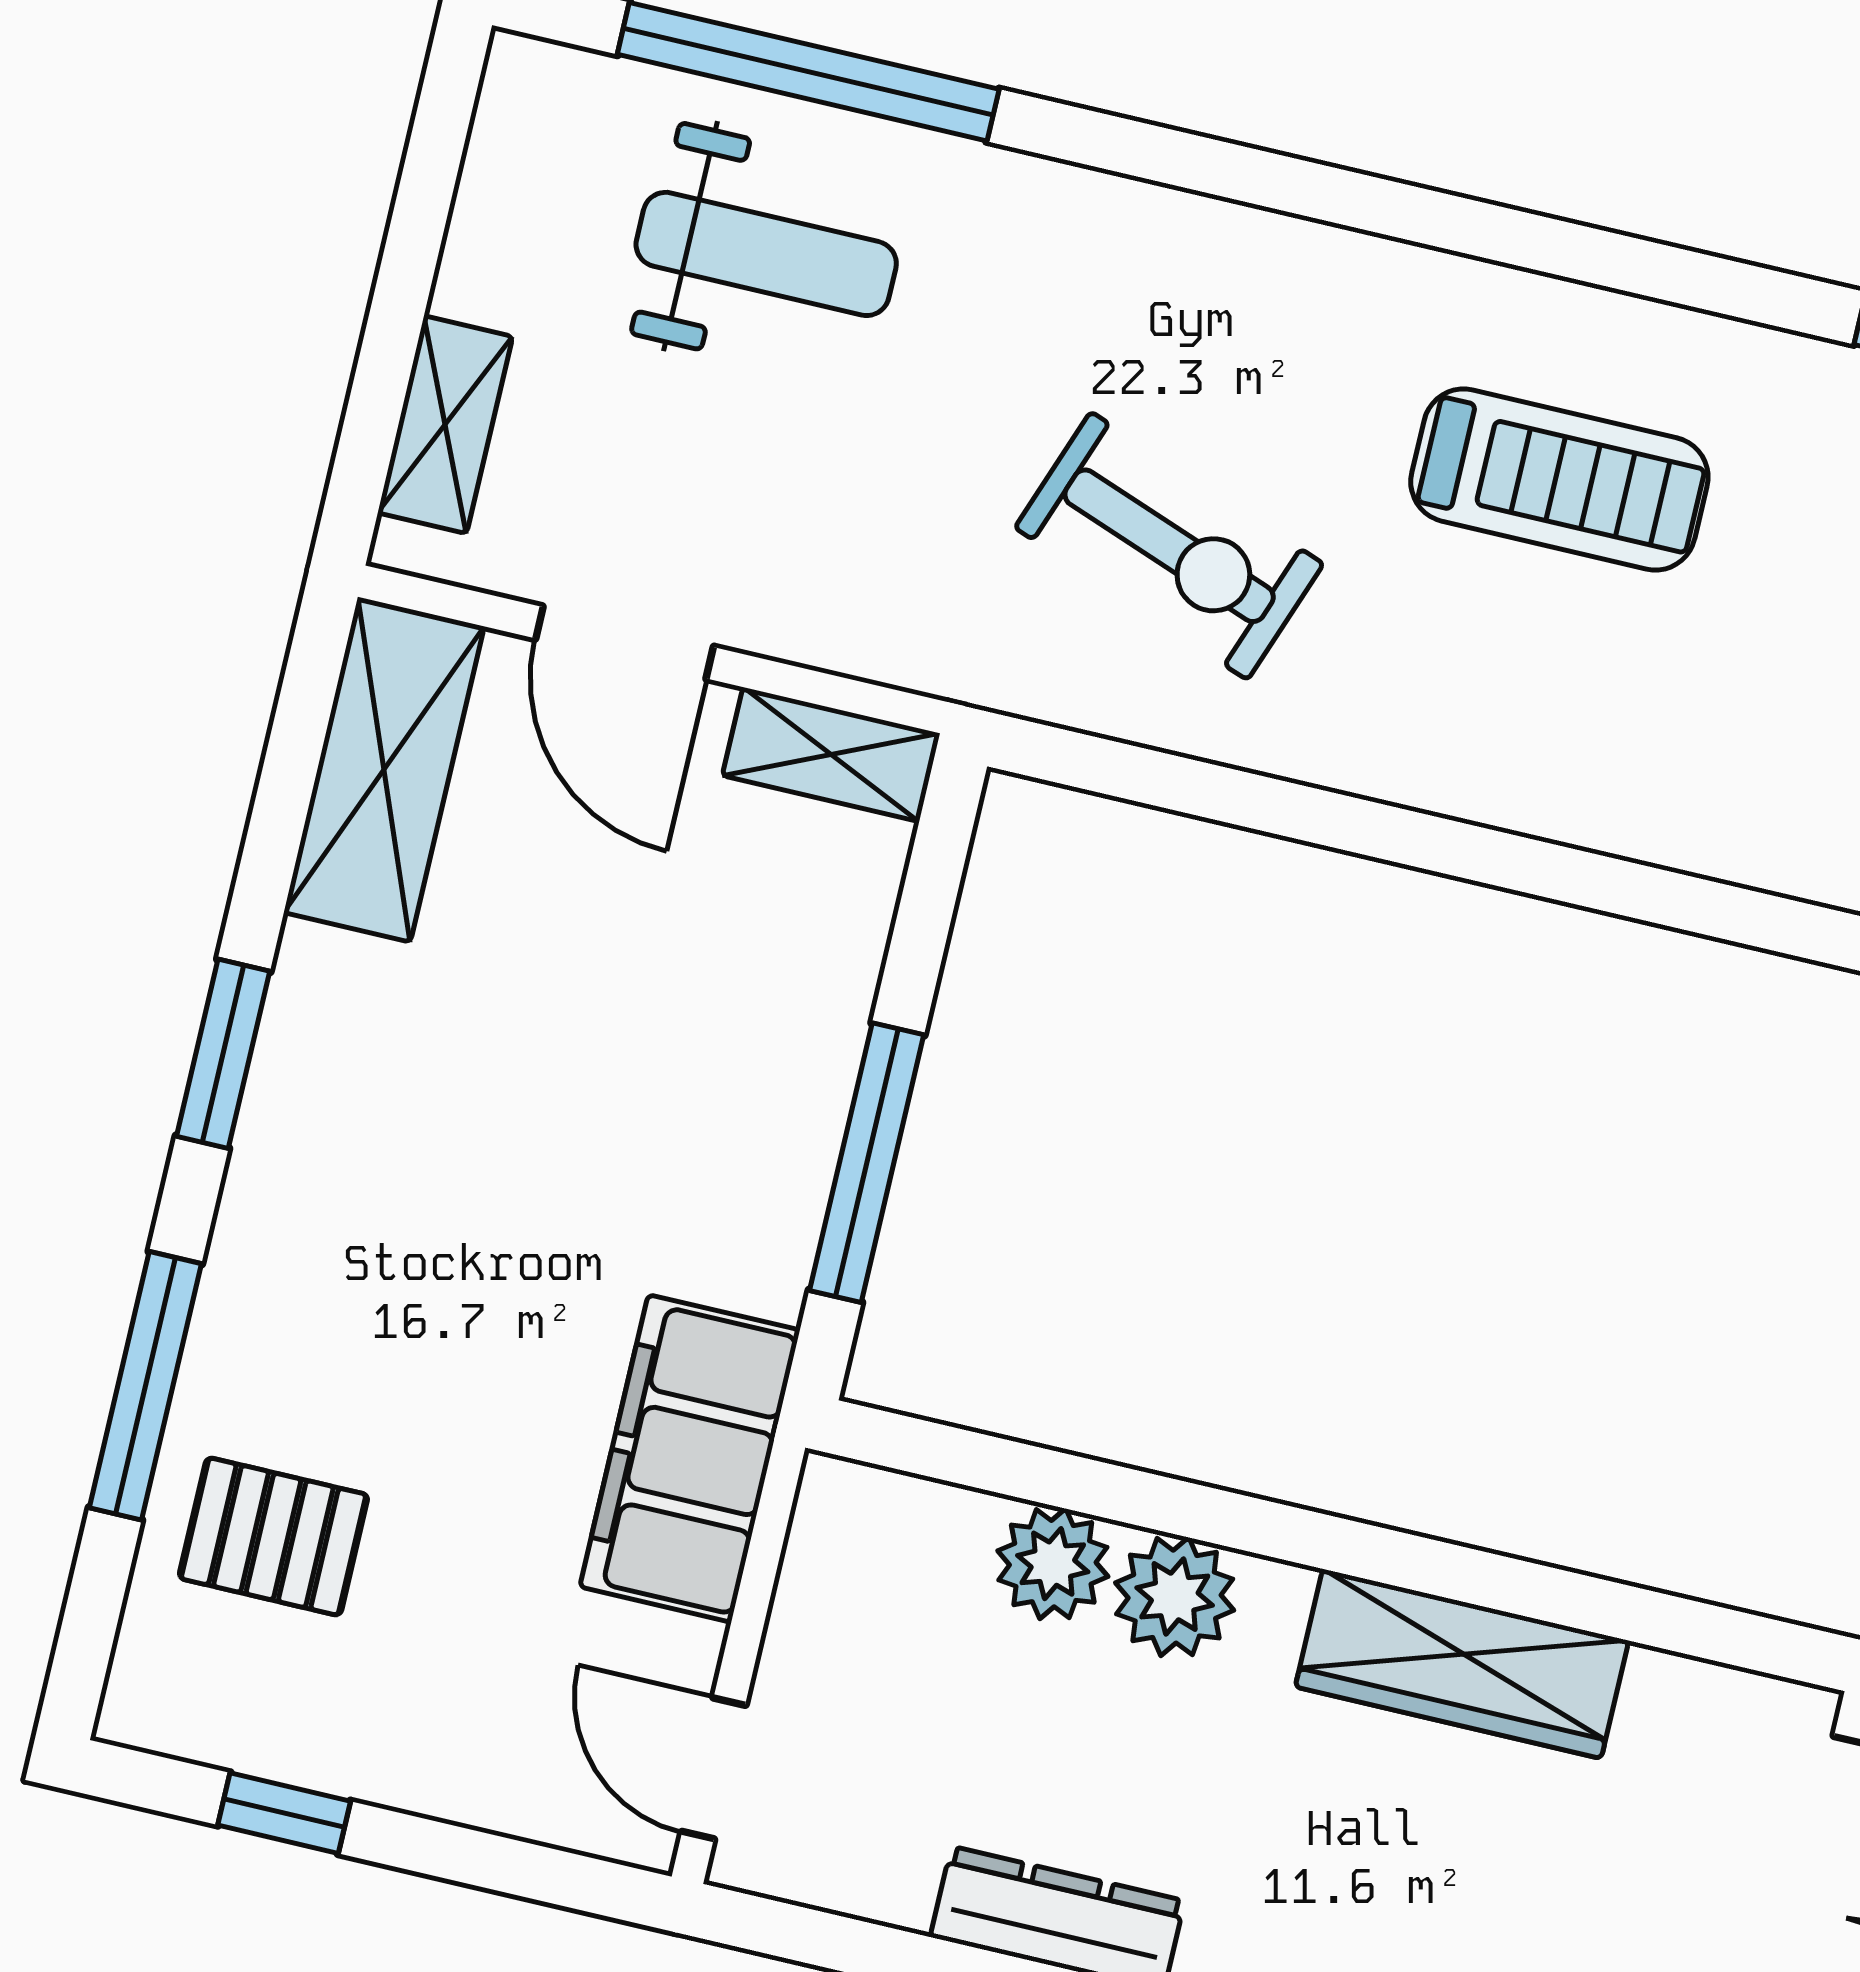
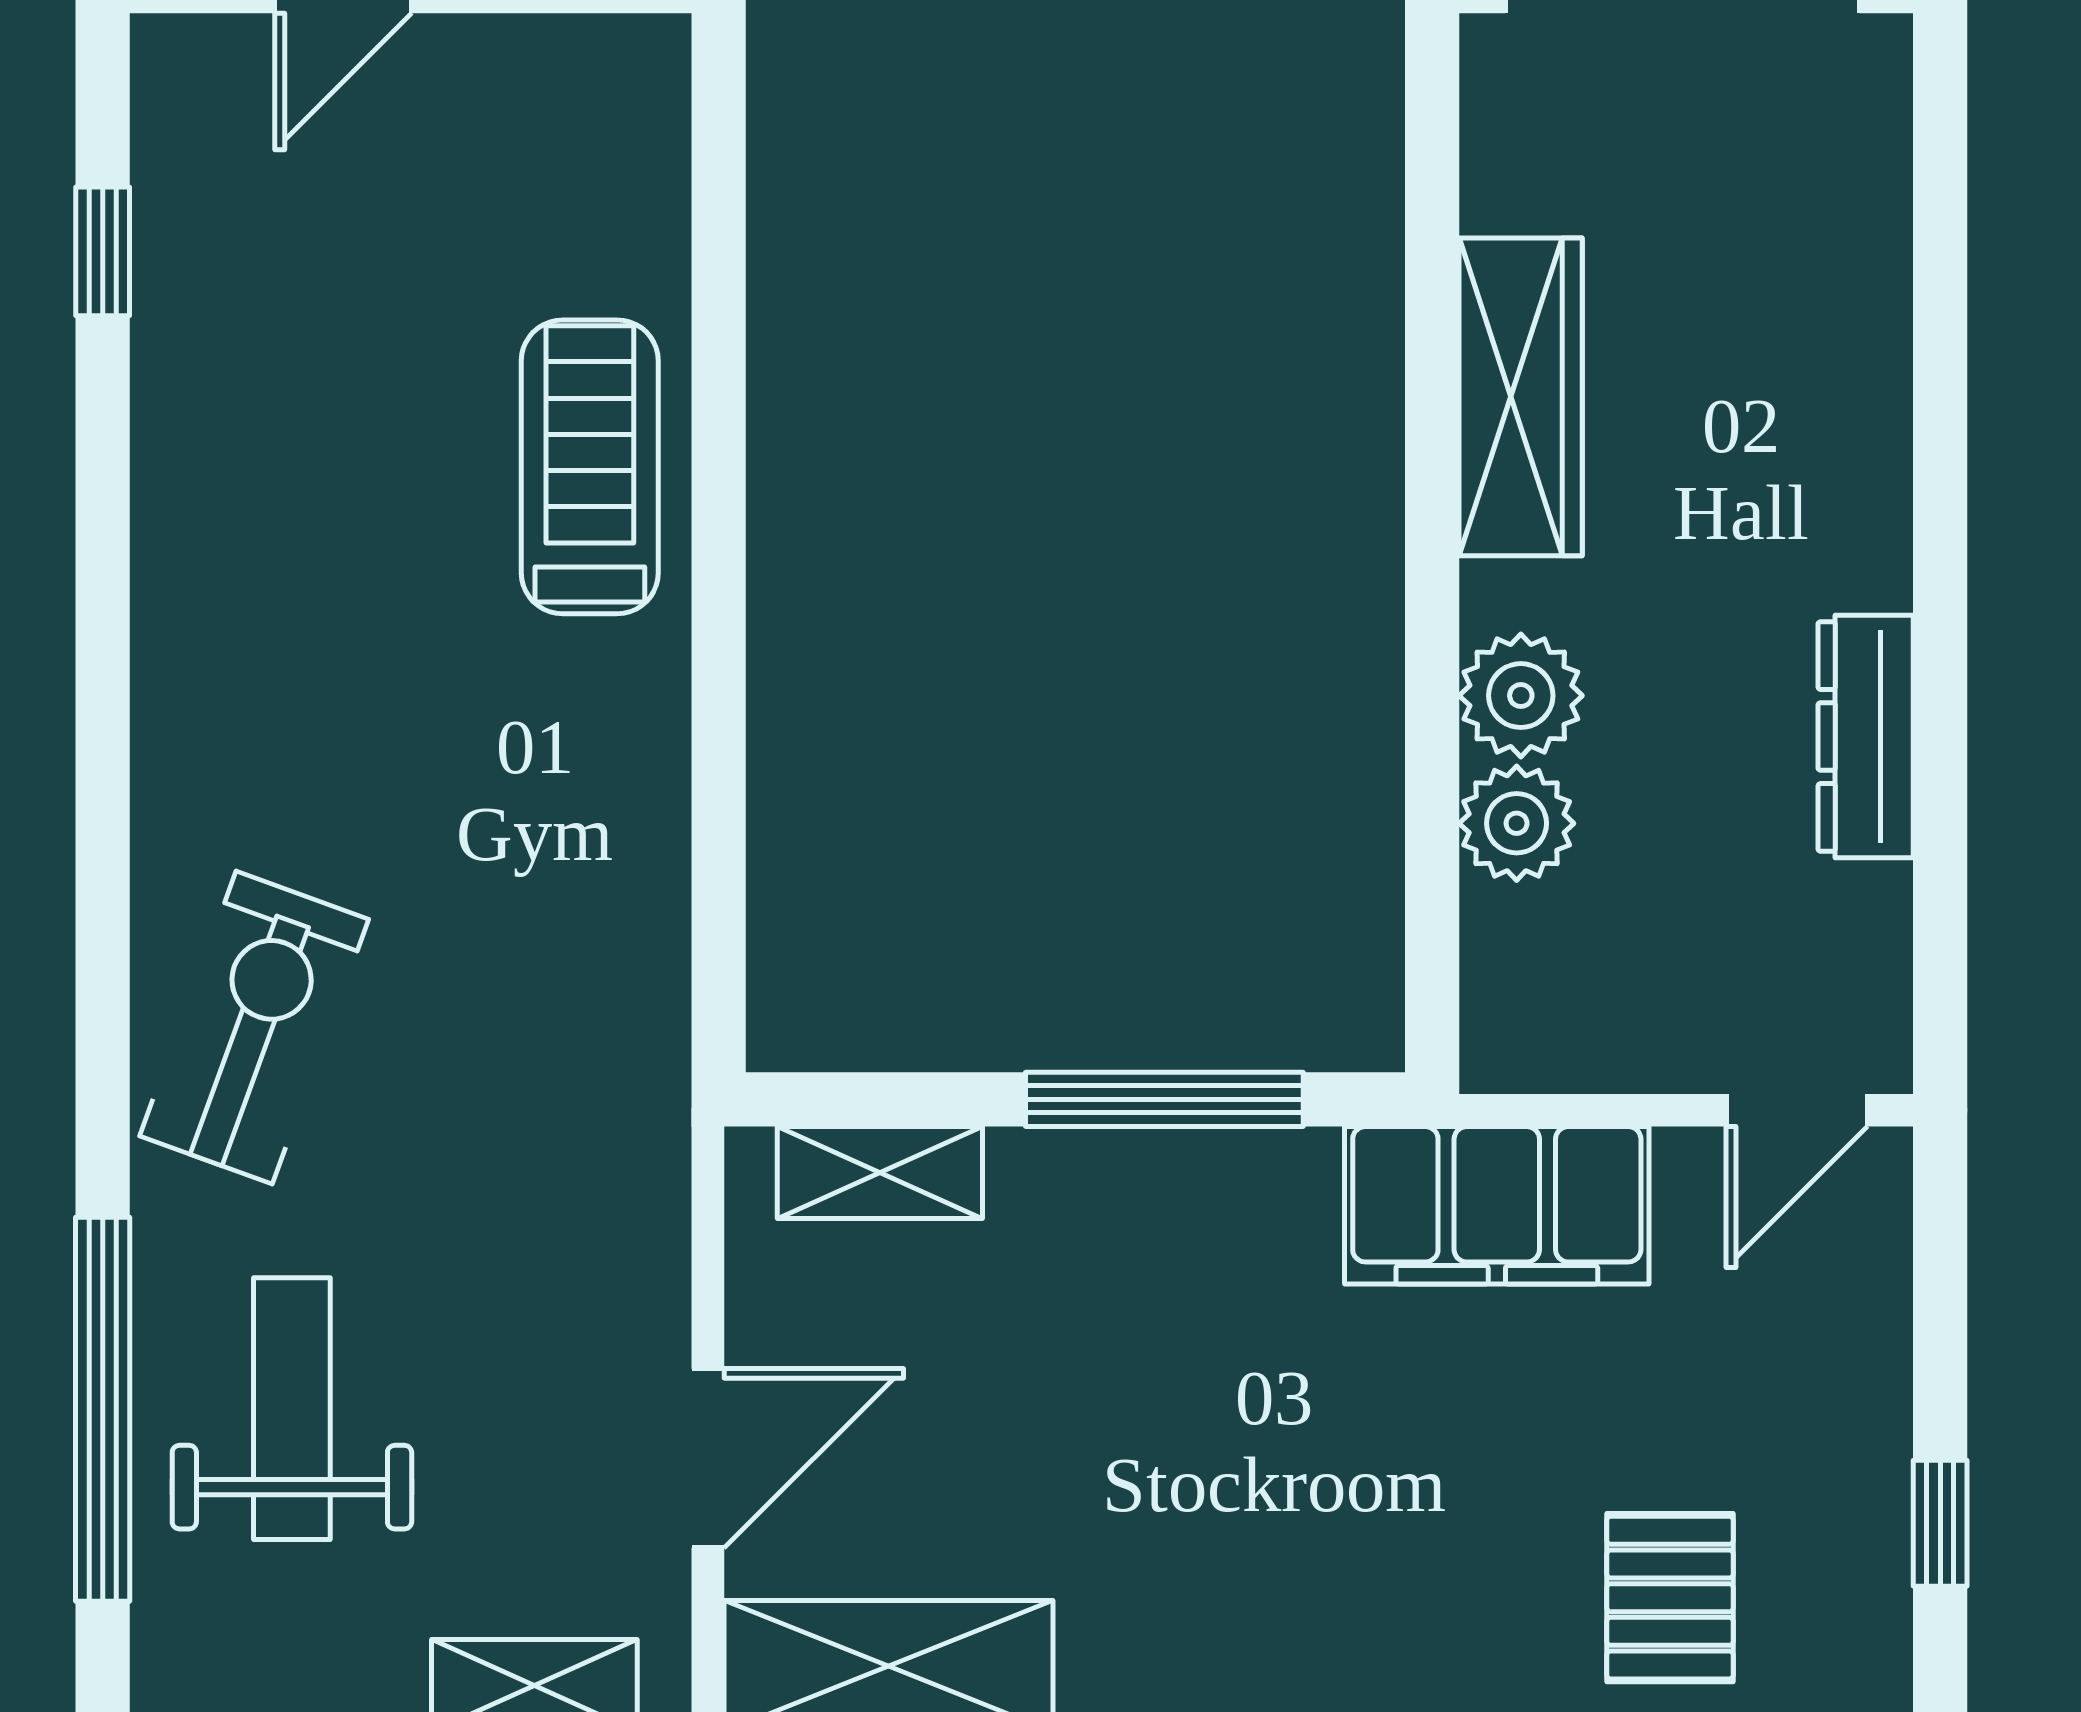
treadmill: (1559, 479) -> (590, 467), moved
exercise bike: (1169, 546) -> (254, 1028), moved
shelving: (831, 754) -> (880, 1173), moved, turned 90

